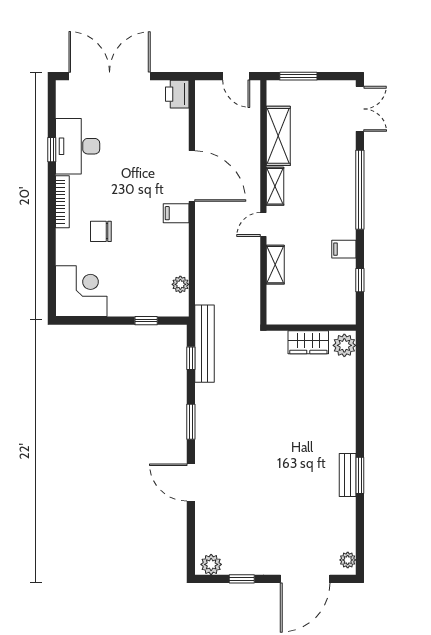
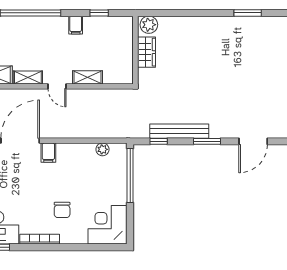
window: (146, 321) -> (130, 176), width x3.17
bench: (204, 344) -> (179, 131), moved
bench: (348, 475) -> (247, 22), removed

